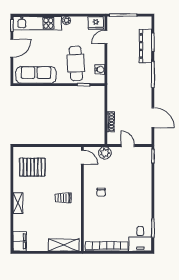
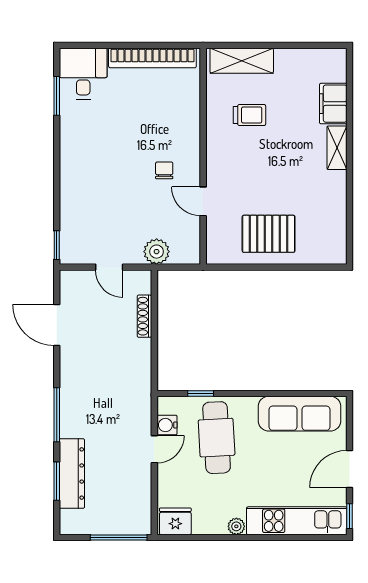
door: (106, 37) -> (154, 449), moved
door: (82, 157) -> (203, 201), moved
pallet: (32, 167) -> (269, 234), moved
trolley: (63, 198) -> (249, 115), moved
filing cabinet: (20, 241) -> (333, 104), moved

